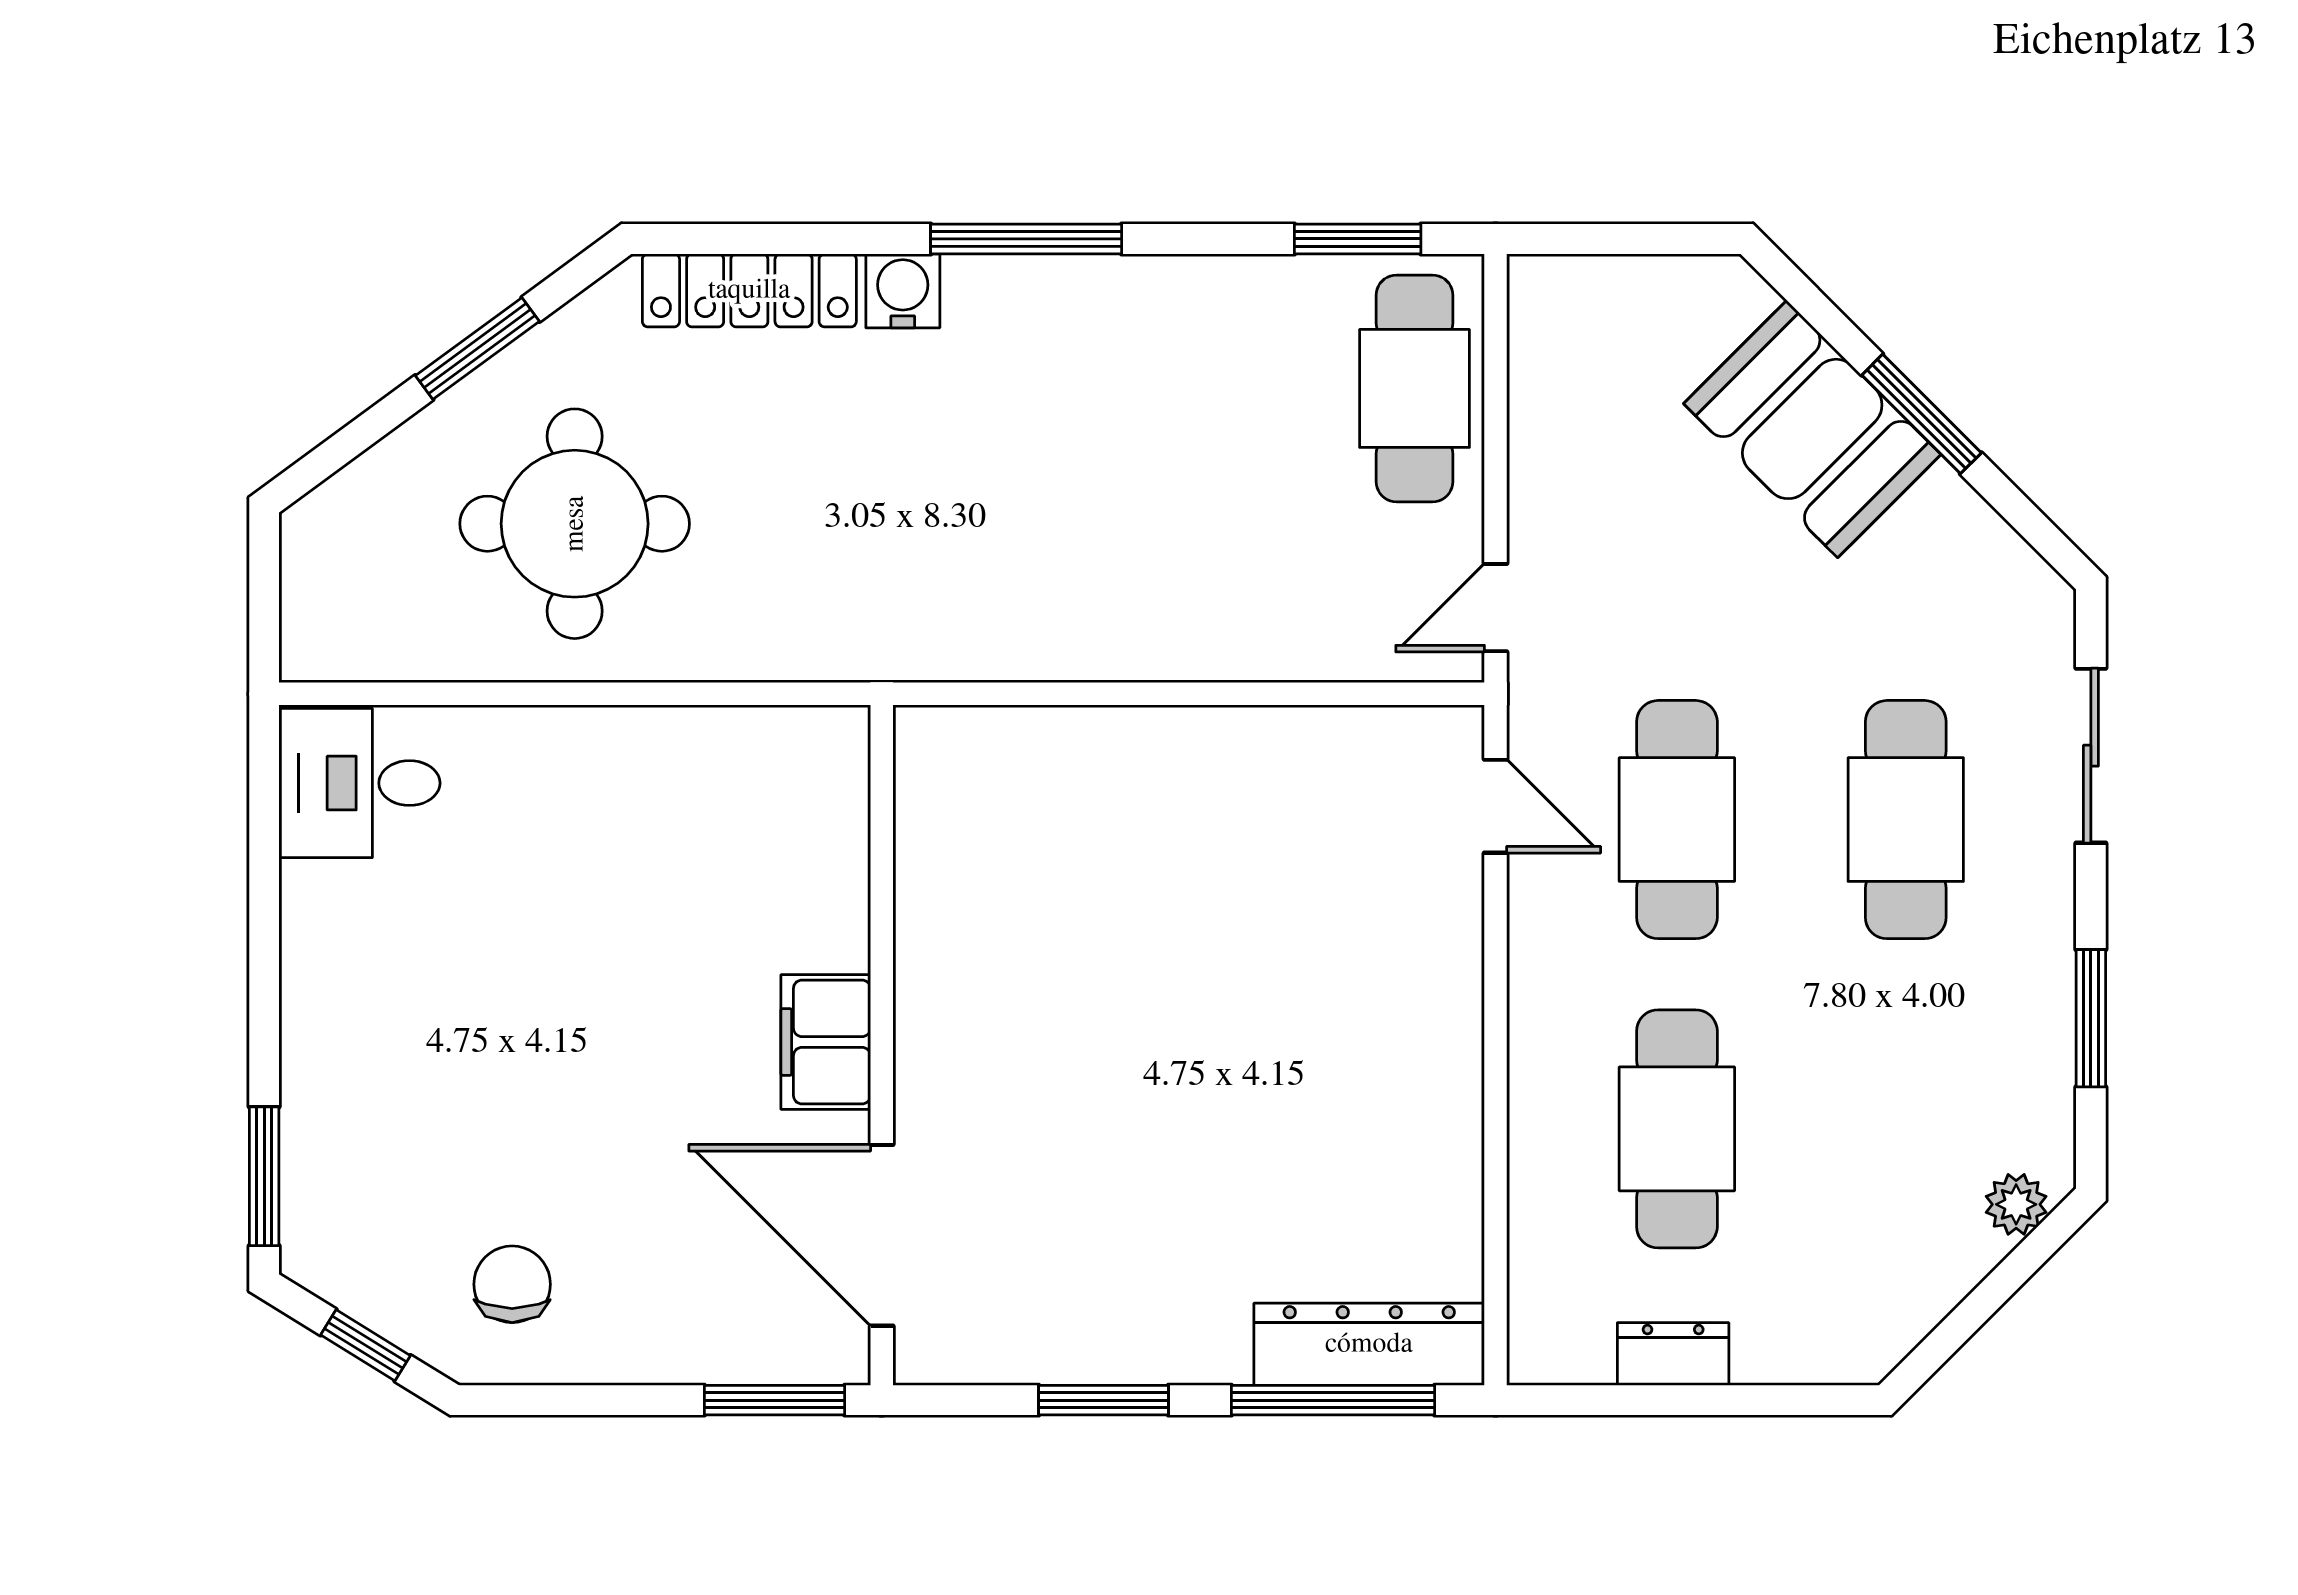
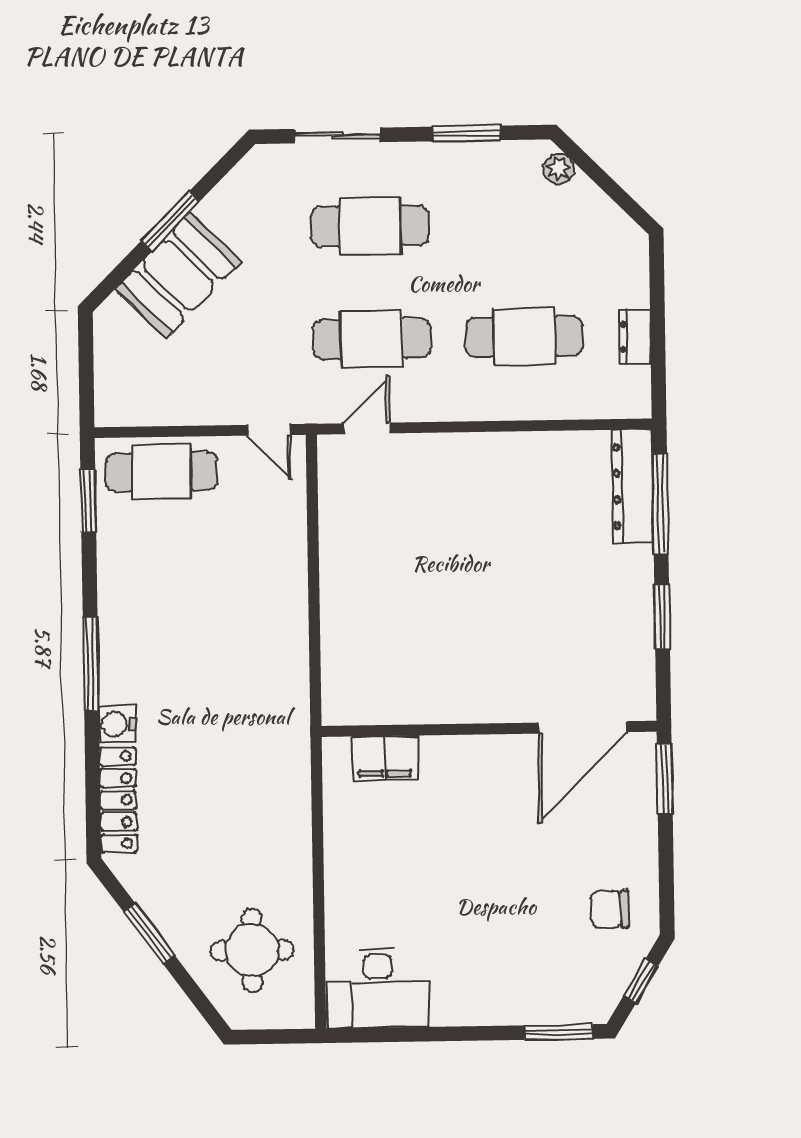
round table: (575, 524) -> (252, 950), moved, width x0.73, depth x0.73
desk: (359, 783) -> (378, 988), width x1.37
filing cabinet: (826, 1042) -> (385, 758), moved

